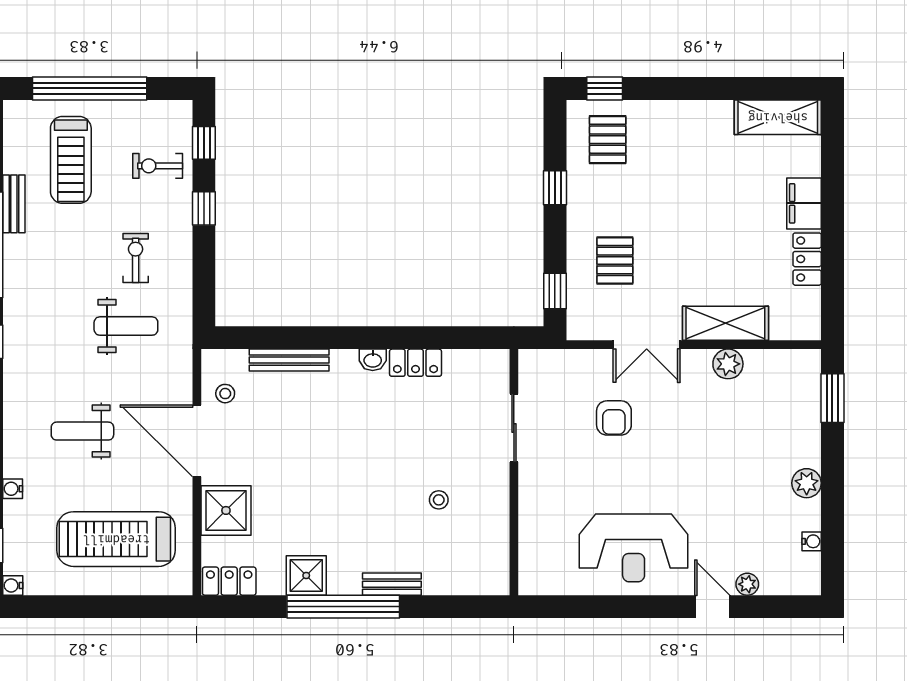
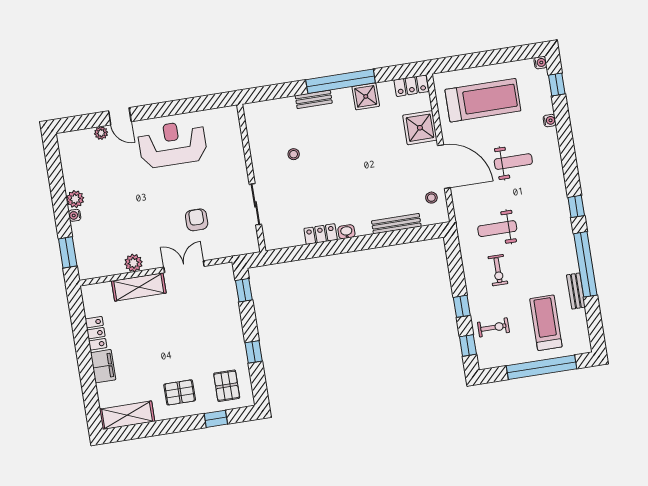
window: (605, 88) -> (216, 419), moved
pallet: (615, 260) -> (180, 392), moved, turned 90
water cooler: (812, 541) -> (75, 215), moved

